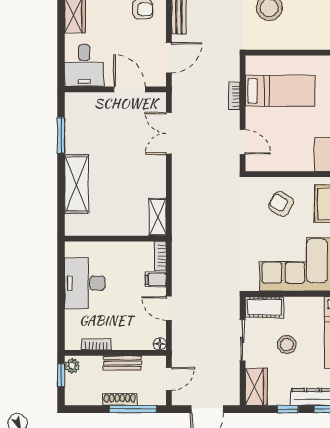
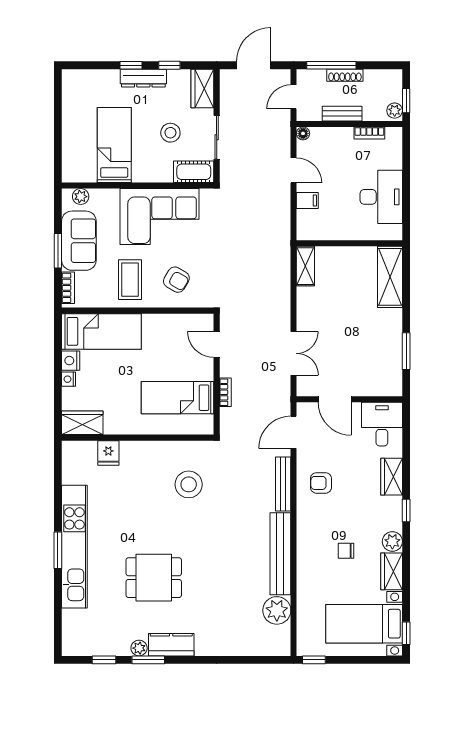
shelving: (77, 184) -> (390, 277), moved
bookcase: (160, 256) -> (303, 225), removed

